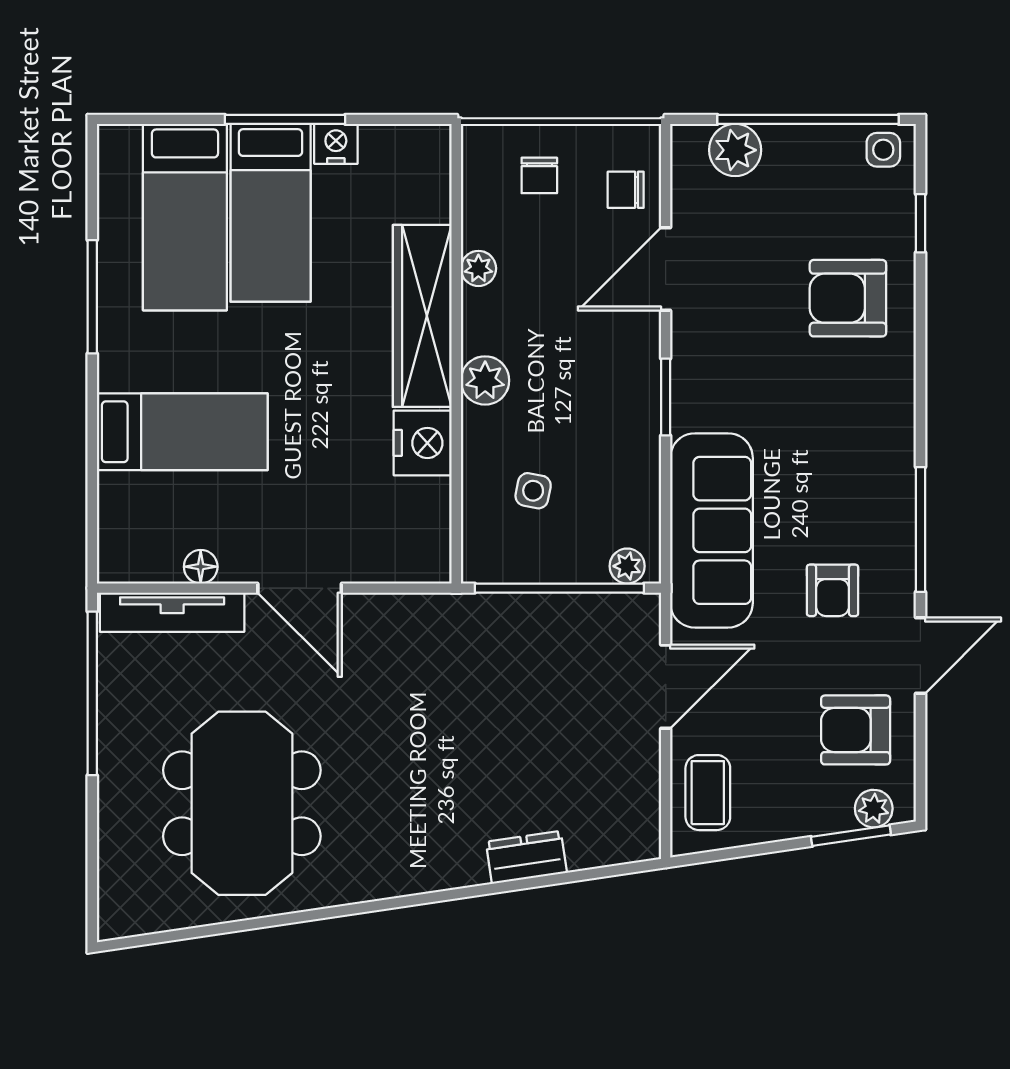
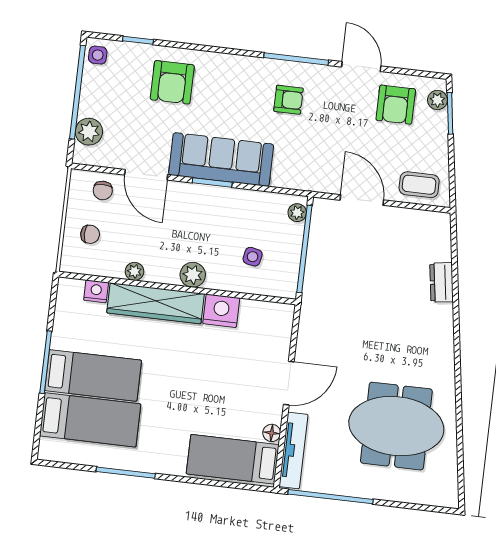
nightstand: (336, 144) -> (96, 291), moved, turned 90
bed: (182, 432) -> (233, 459), moved, turned -90
sofa: (711, 530) -> (221, 160), moved
armchair: (833, 590) -> (288, 100), moved

